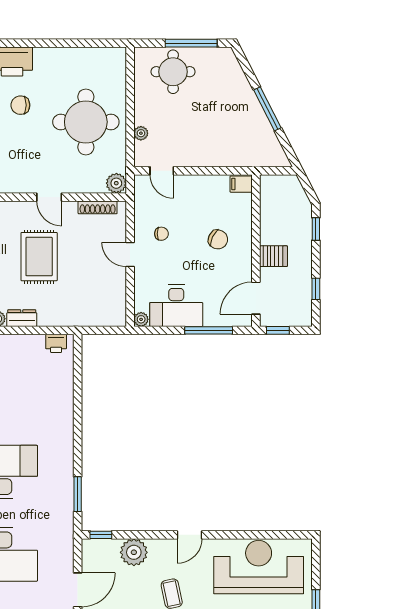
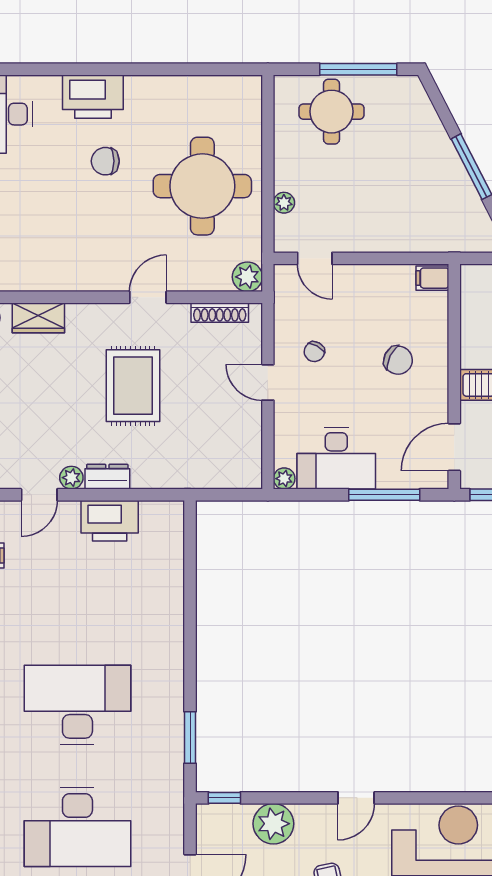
door: (49, 197) -> (148, 297), swing flipped
chair: (161, 234) -> (314, 352), turned 119
printer: (56, 343) -> (110, 521), moved, width x1.87, depth x1.48

